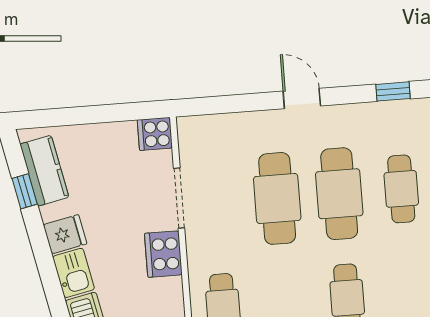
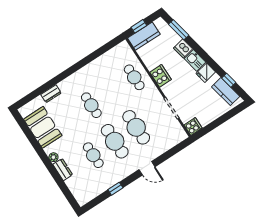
cooker: (163, 254) -> (160, 76), moved

